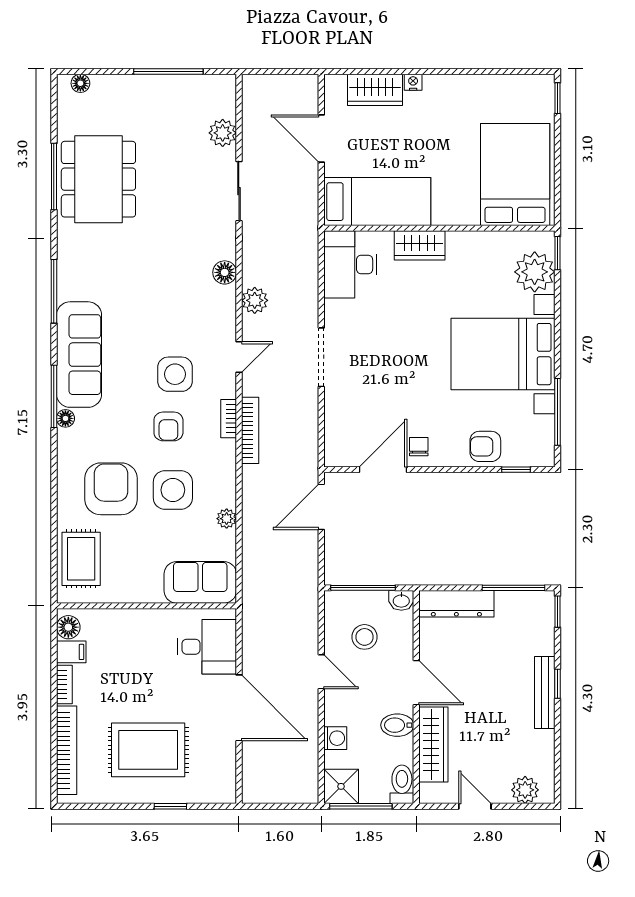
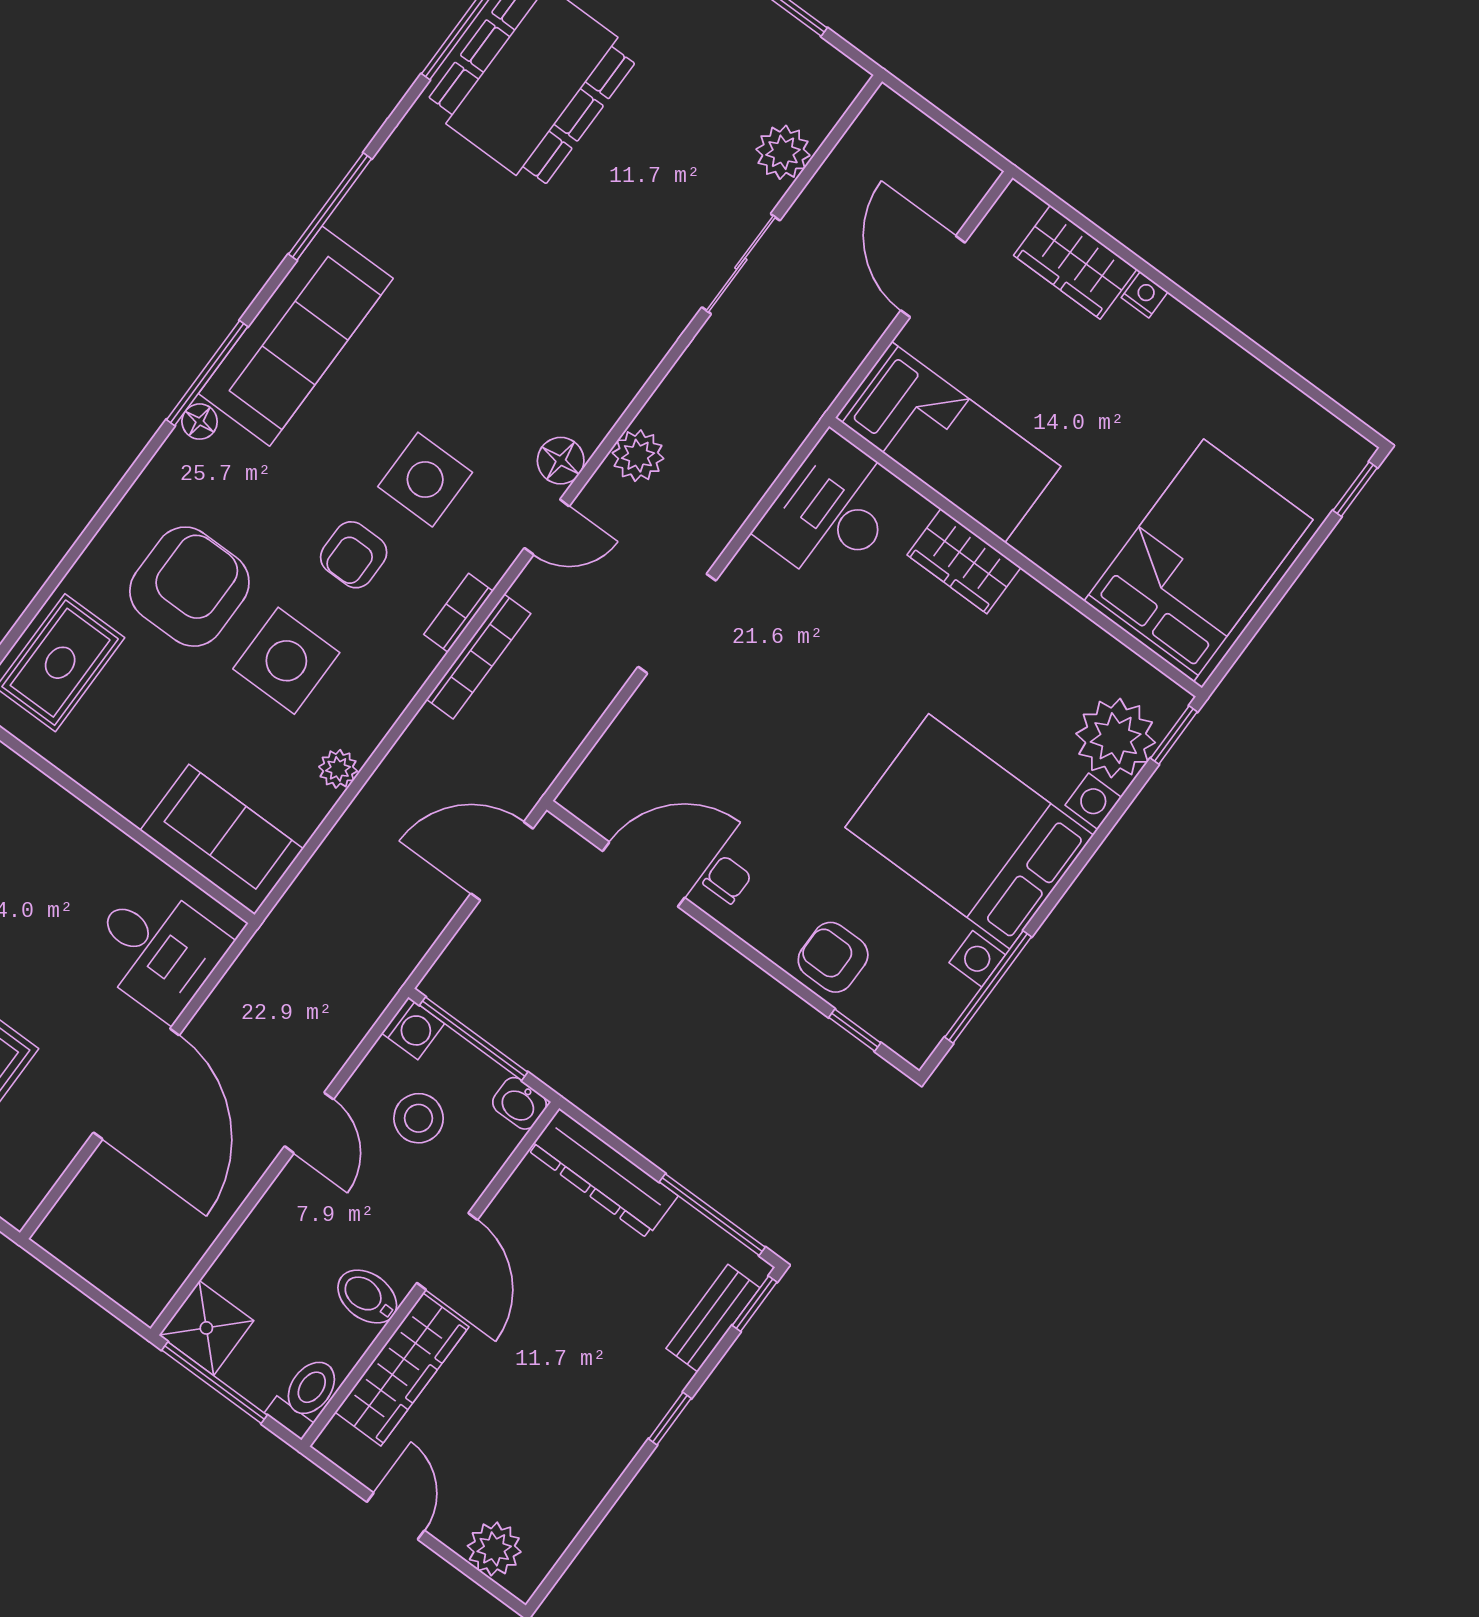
floor lamp: (225, 272) -> (561, 461), moved
bench: (545, 692) -> (713, 1318), moved, width x0.73
washing machine: (335, 738) -> (413, 1028), moved

